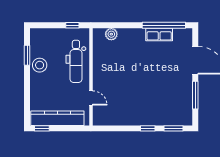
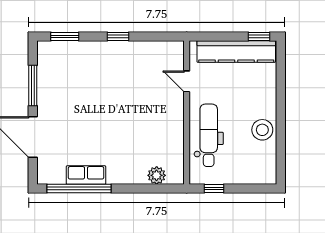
window: (27, 55) -> (281, 144), removed
window: (148, 128) -> (118, 36), moved

